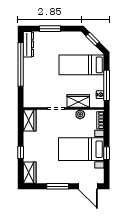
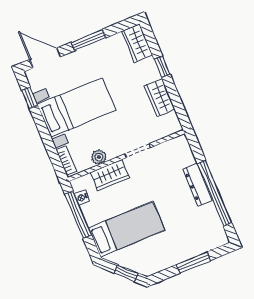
dresser: (28, 44) -> (198, 184), moved
wardrobe: (30, 120) -> (160, 97), moved
window: (107, 153) -> (30, 98), moved

